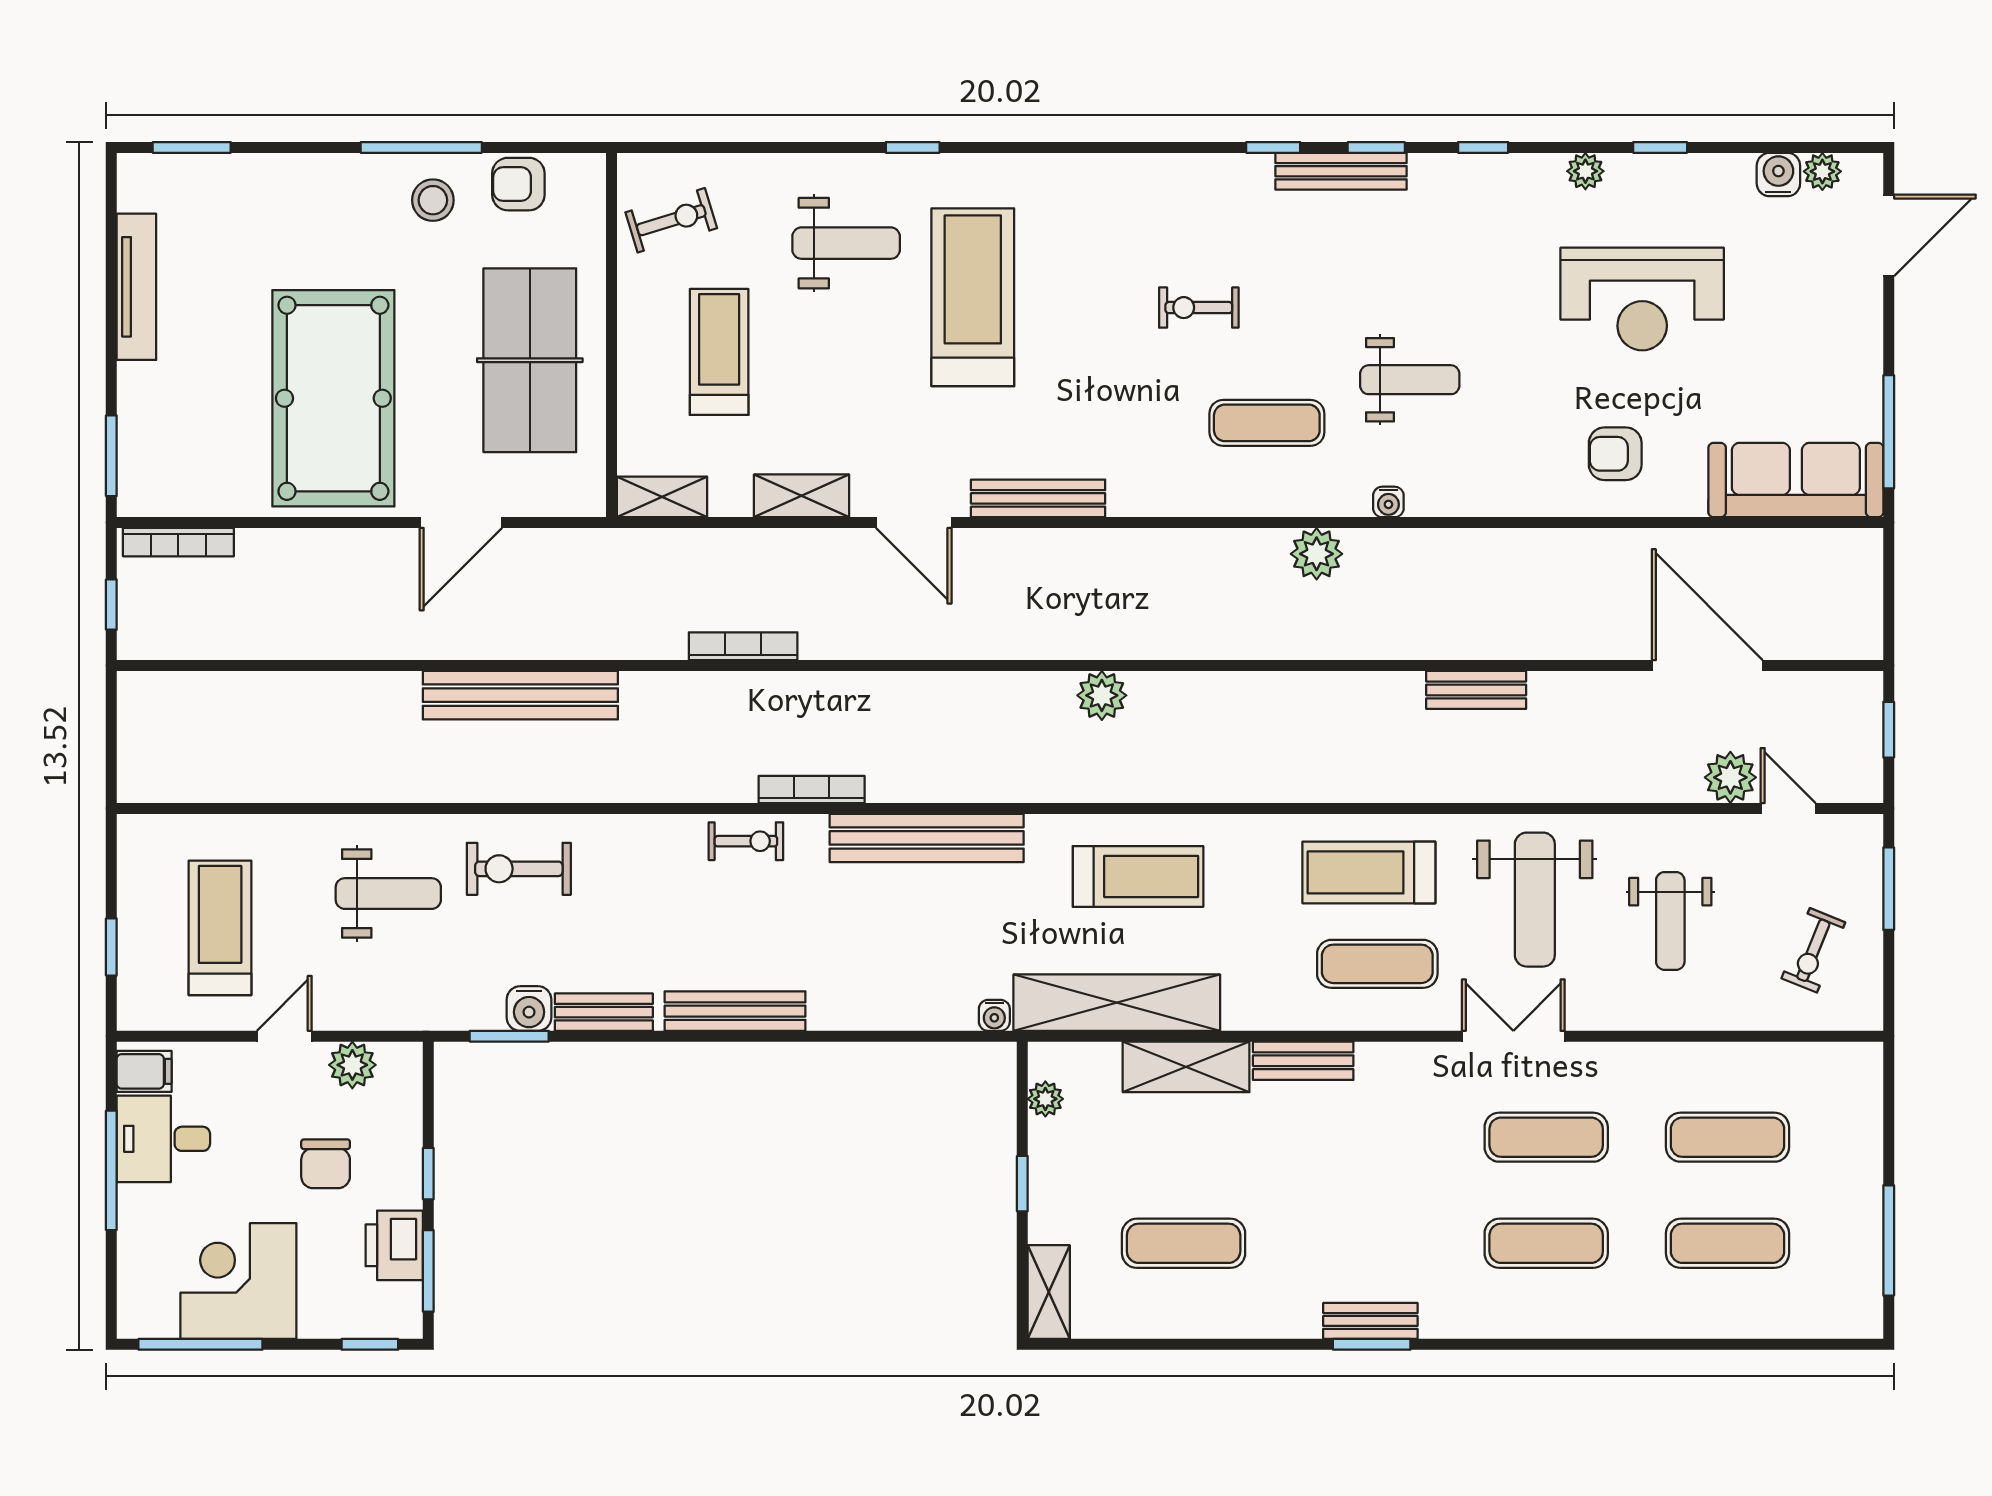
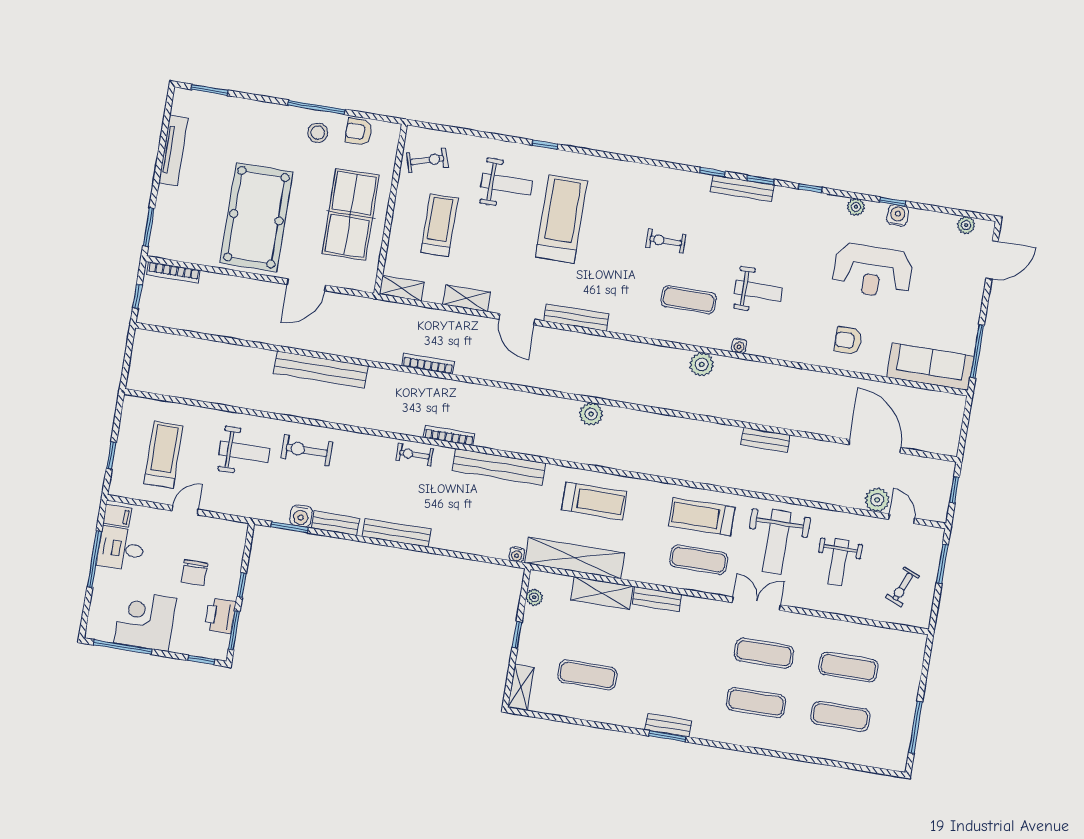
water cooler: (1778, 175) -> (898, 215), moved
exercise bike: (746, 841) -> (415, 455), turned 180
plant: (352, 1065) -> (214, 529), removed

